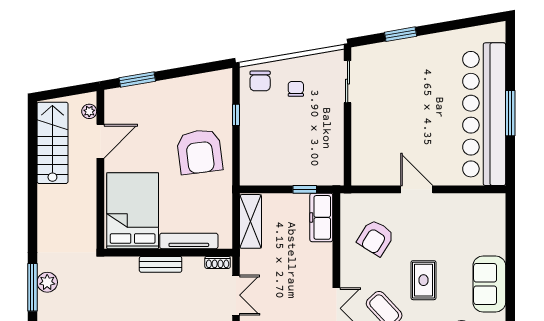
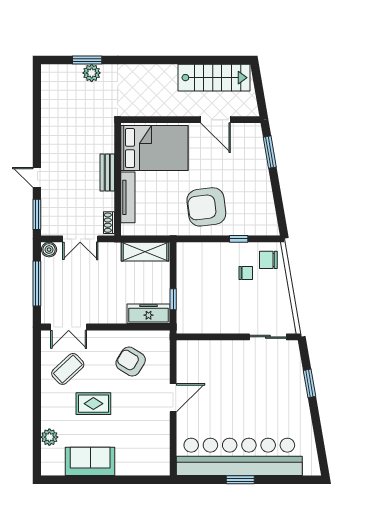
chair: (296, 89) -> (246, 273), moved
plant: (89, 111) -> (242, 110), removed
window: (510, 113) -> (240, 480), width x0.69
window: (32, 287) -> (87, 60), width x0.69

